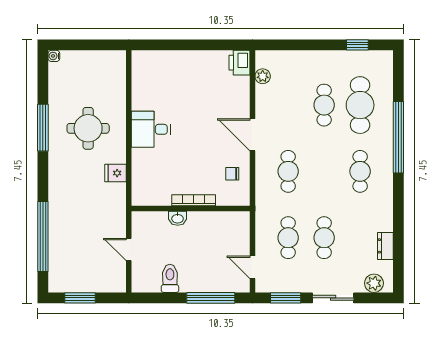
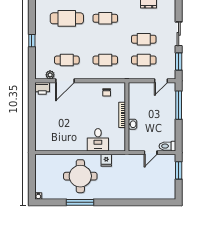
window: (357, 45) -> (32, 41), moved
cafe table: (324, 105) -> (67, 60), moved
round table: (88, 128) -> (80, 176), width x1.36, depth x1.36
desk: (151, 129) -> (98, 140), moved
door: (252, 135) -> (65, 81), moved
window: (43, 236) -> (143, 202), removed
toilet: (170, 278) -> (167, 146), moved
plant: (374, 283) -> (170, 10), removed
window: (80, 298) -> (179, 170), moved

